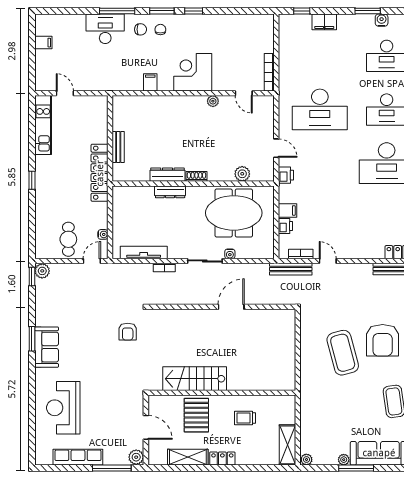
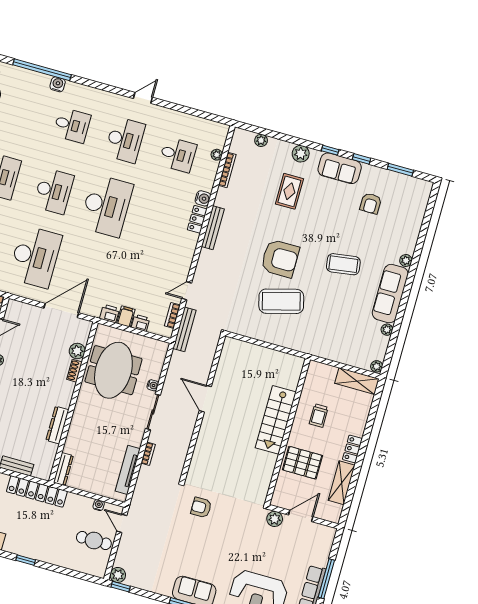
door: (276, 148) -> (61, 310), width x1.88
printer: (286, 175) -> (109, 314), moved
shoe rack: (196, 176) -> (75, 371), moved
dresser: (170, 192) -> (63, 469), moved
armchair: (128, 332) -> (201, 507), turned 180
stairs: (195, 379) -> (276, 420), moved
plant: (136, 457) -> (275, 519), moved
window: (112, 468) -> (326, 579), moved
window: (356, 468) -> (399, 320), removed

